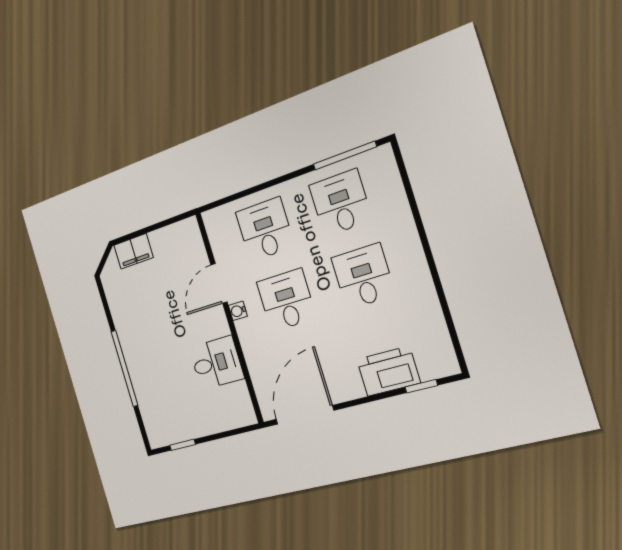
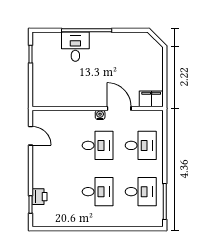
filing cabinet: (133, 251) -> (151, 99), moved, turned 90
desk: (216, 363) -> (75, 47), moved, turned 180
printer: (388, 371) -> (39, 197), width x0.53, depth x0.68
door: (305, 415) -> (31, 136), width x0.53

